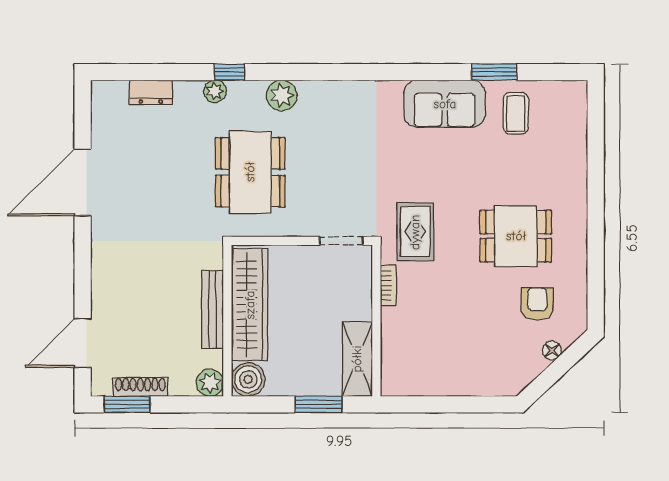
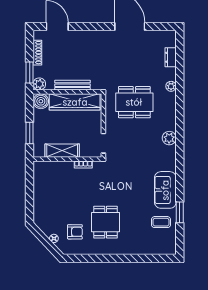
window: (229, 72) -> (180, 93), removed
plant: (282, 95) -> (169, 138), moved
rug: (415, 232) -> (108, 177), removed
shelving: (357, 359) -> (62, 151), moved
window: (127, 404) -> (30, 73), moved

